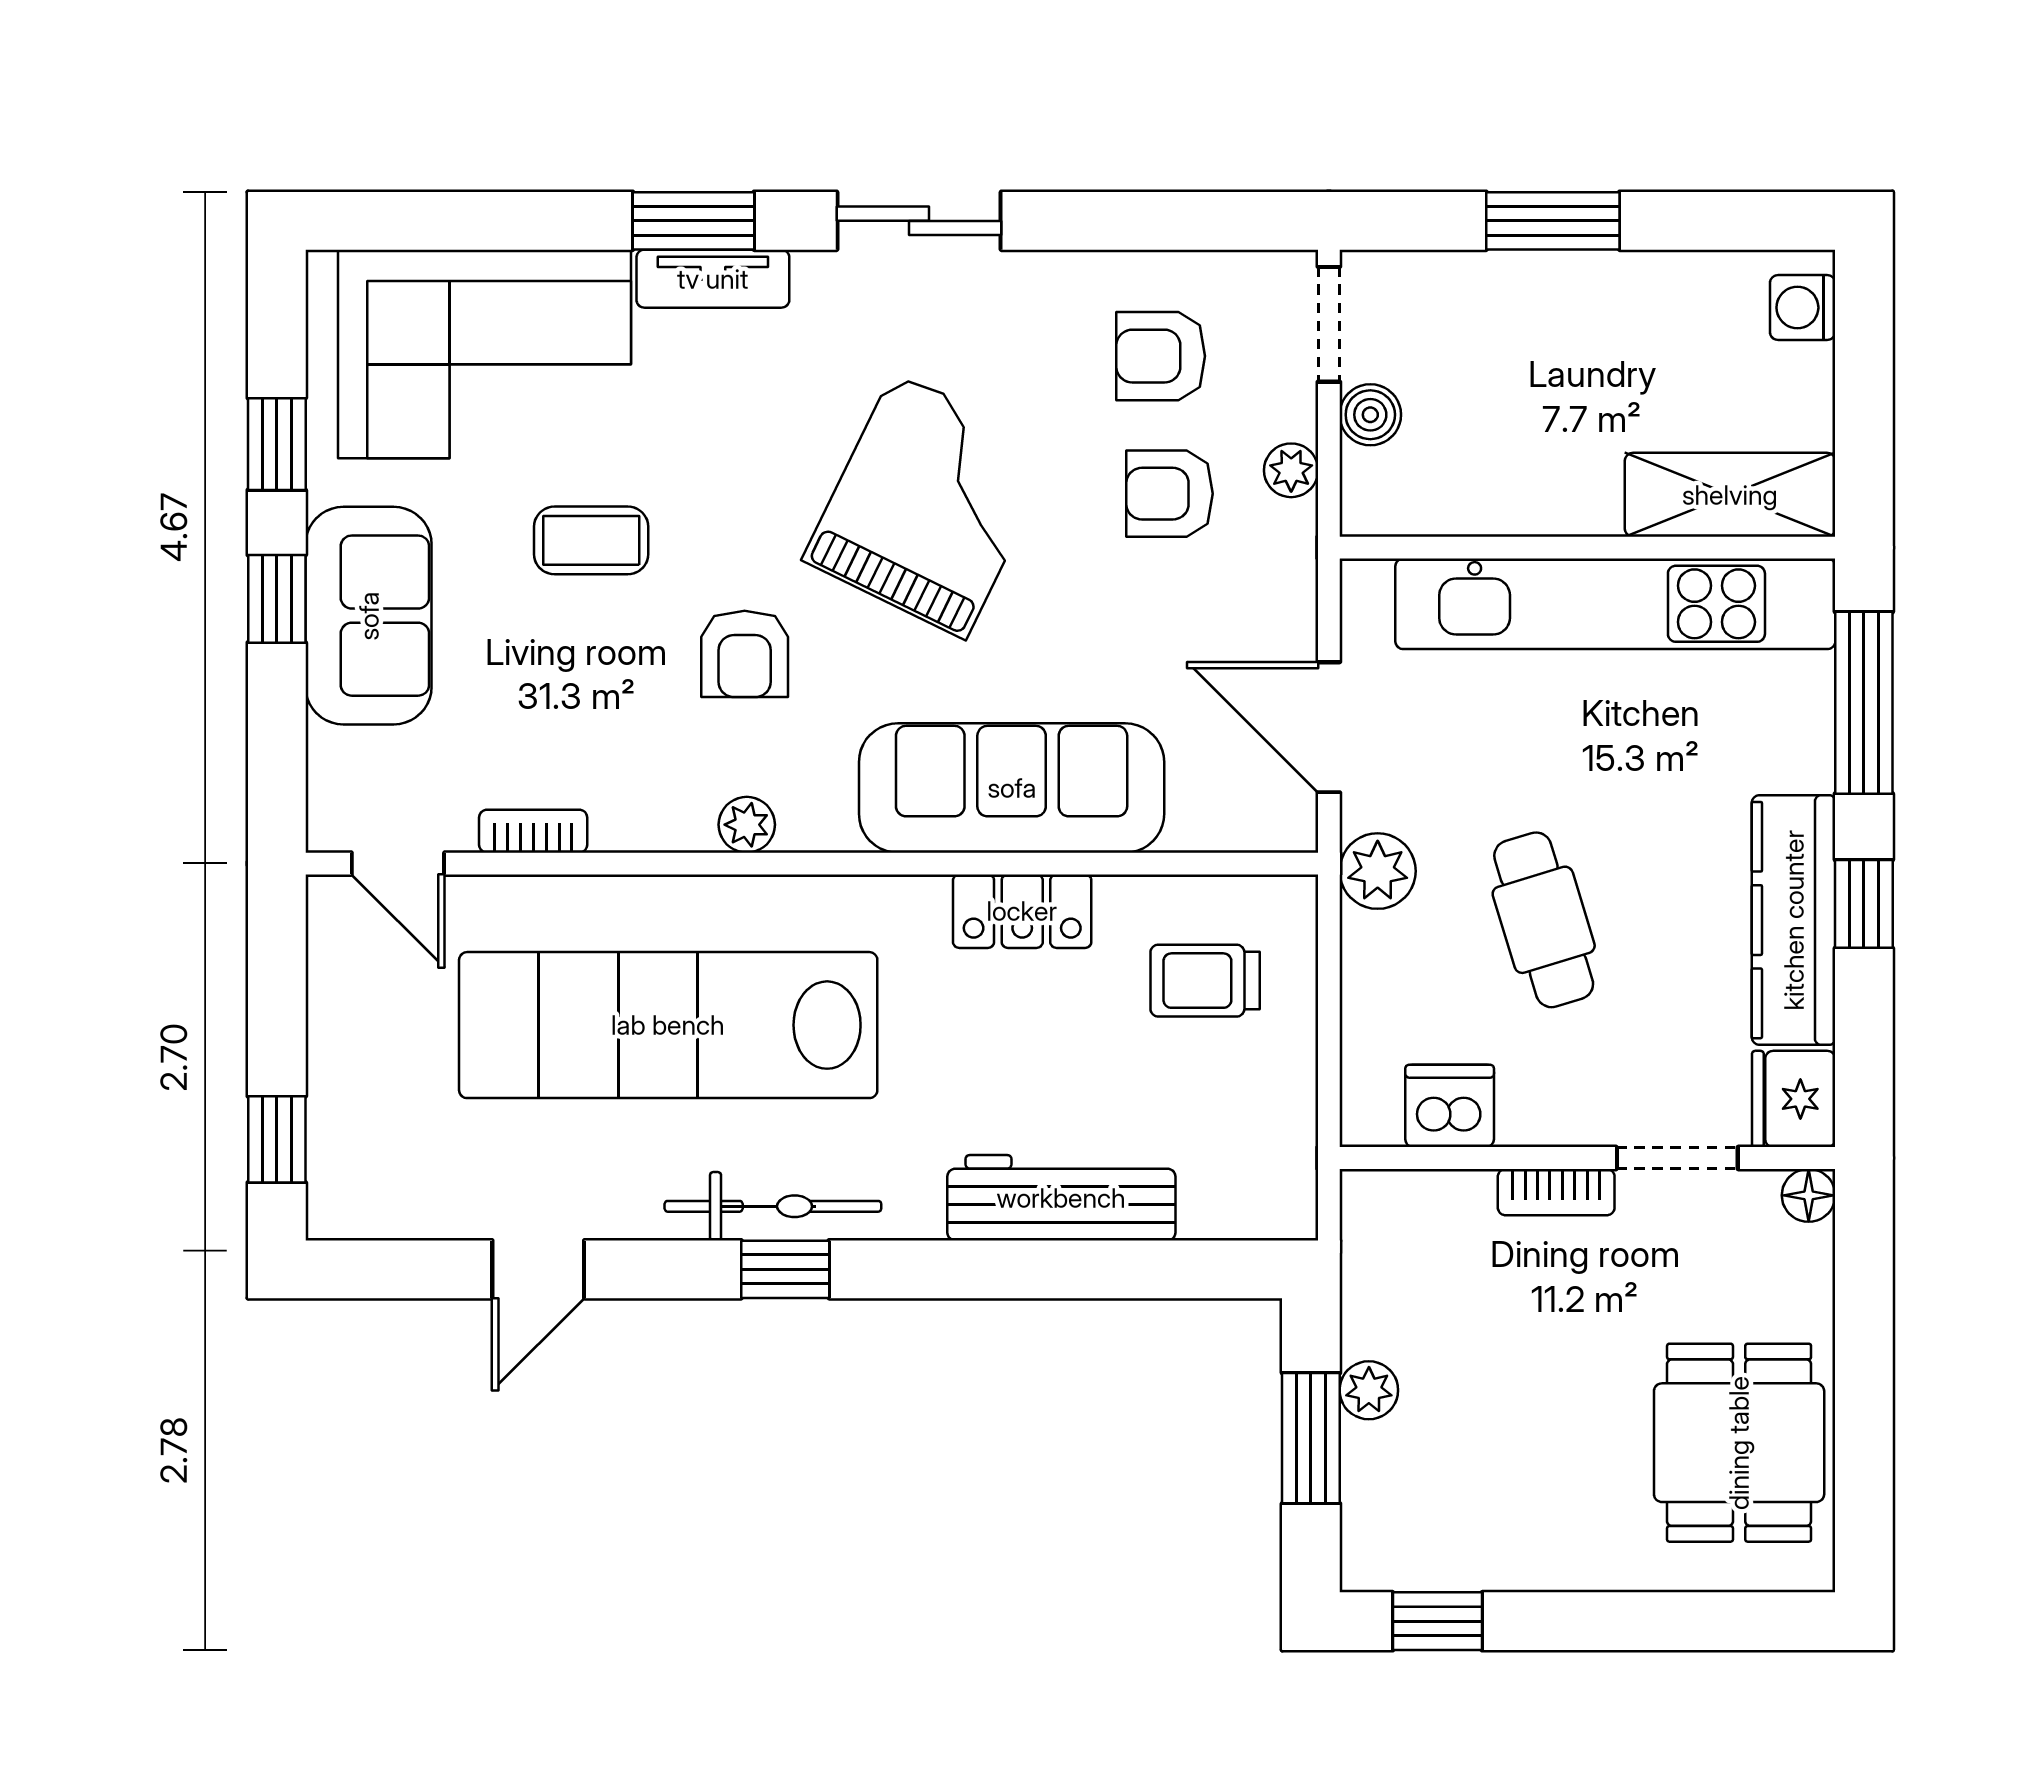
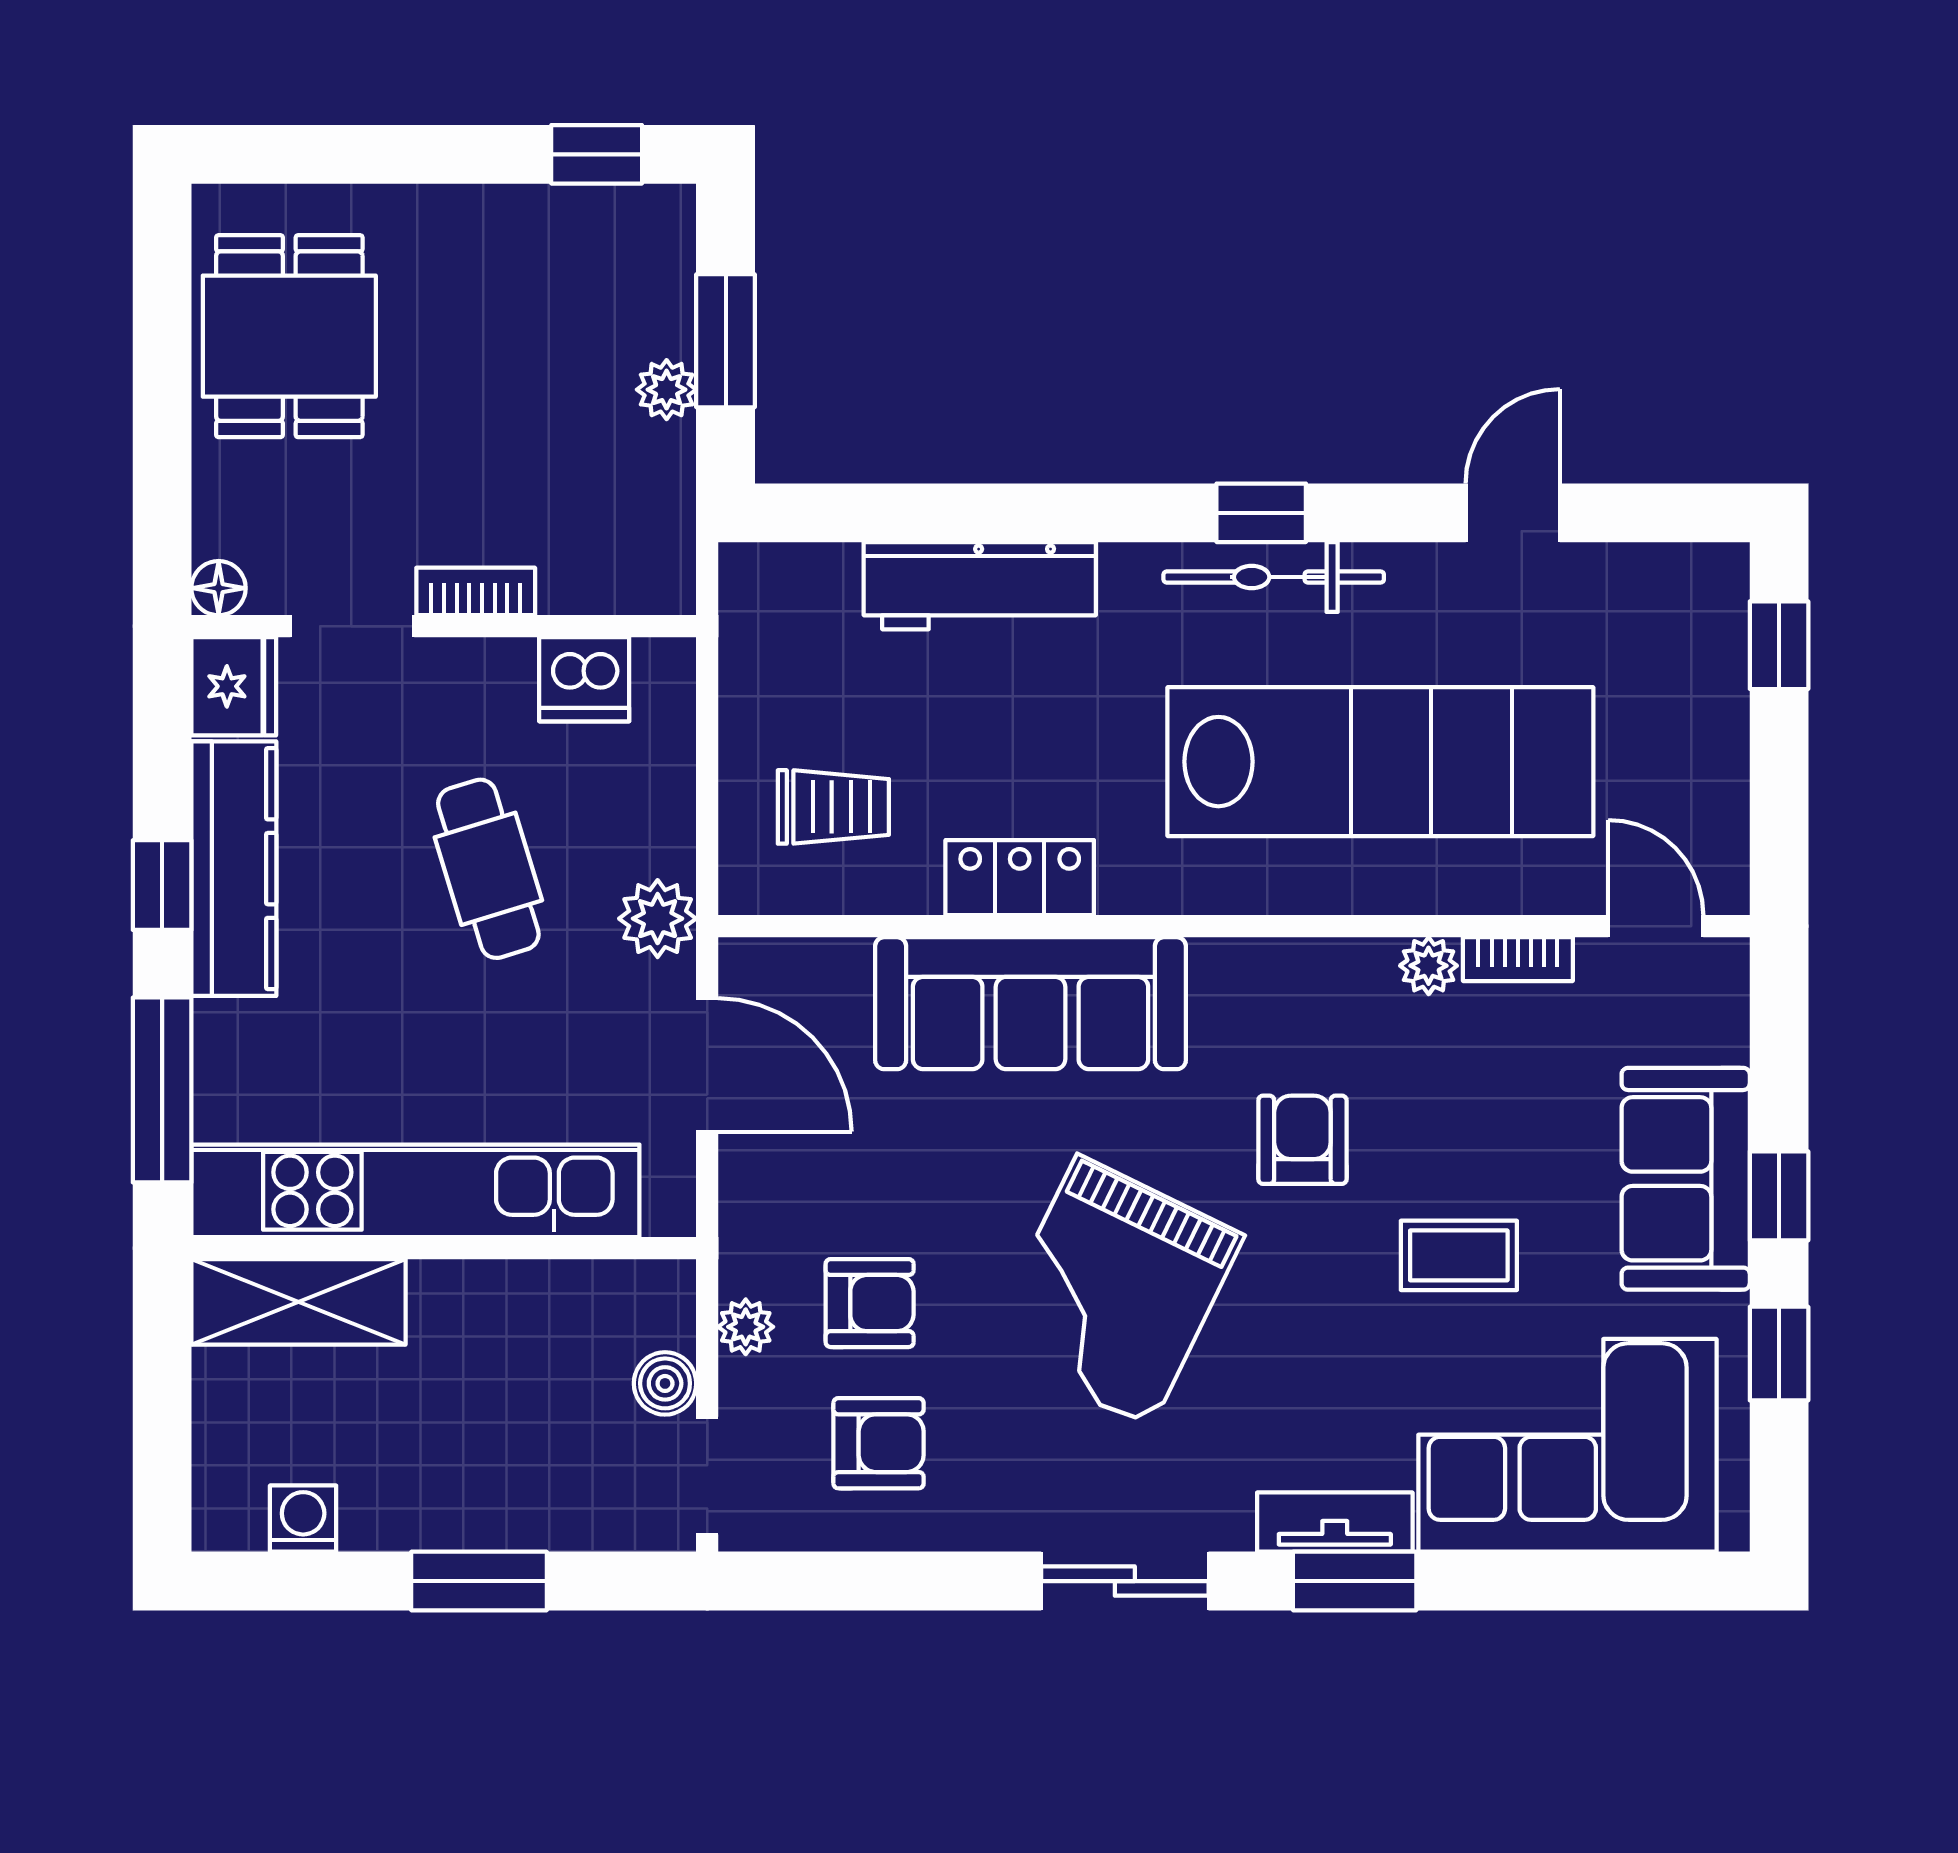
washing machine: (1803, 308) -> (303, 1519), moved, turned -90
plant: (747, 825) -> (1429, 966), moved

